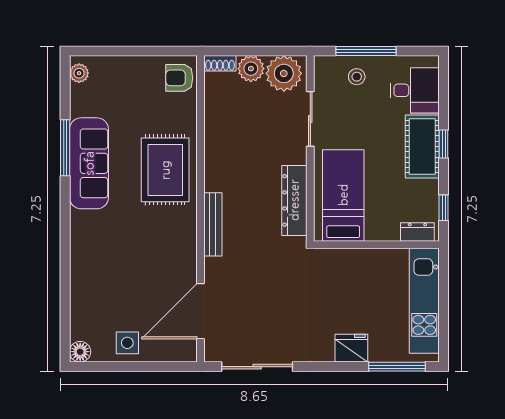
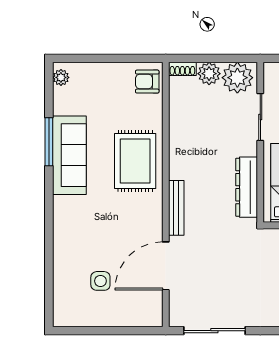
door: (201, 311) -> (166, 266), moved
side table: (127, 343) -> (100, 281), moved
floor lamp: (80, 352) -> (62, 318), removed

